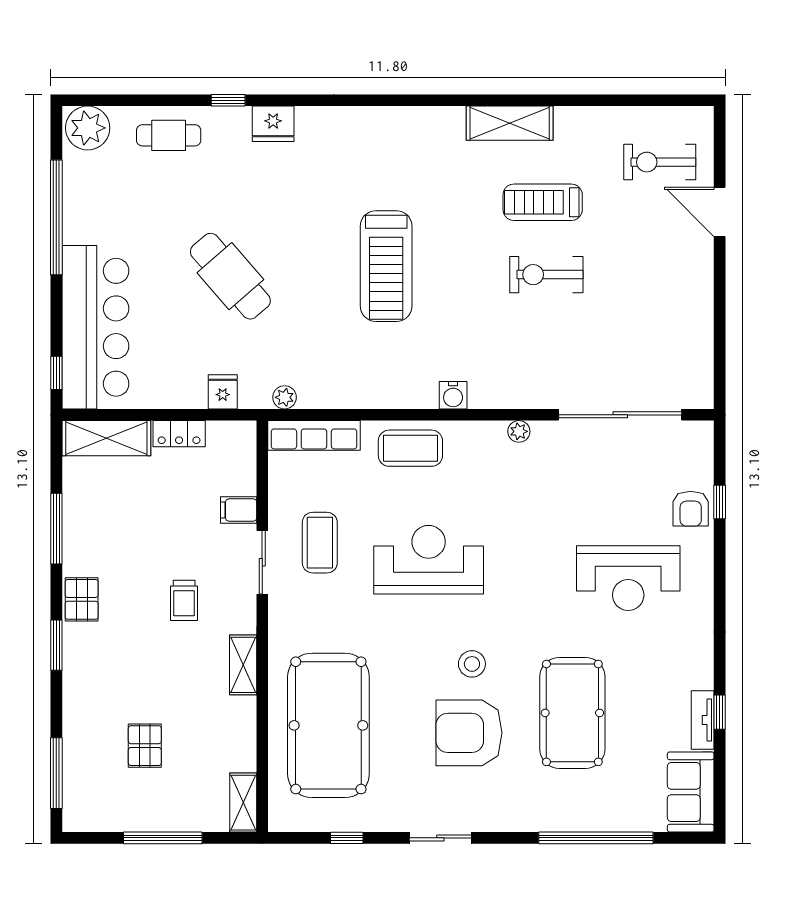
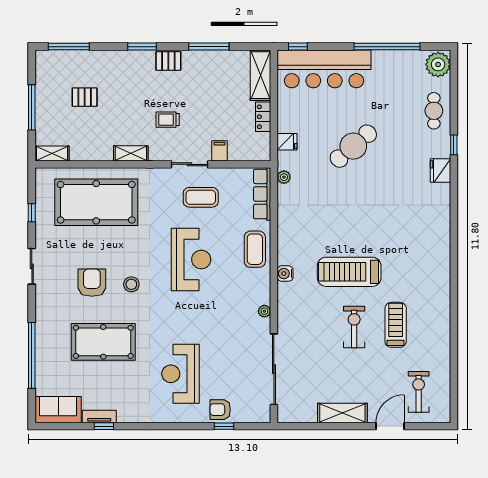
shelving: (510, 123) -> (342, 413), moved, turned 90
treadmill: (386, 266) -> (349, 272), moved
armchair: (469, 733) -> (92, 283), width x0.73, depth x0.73

